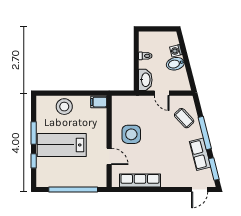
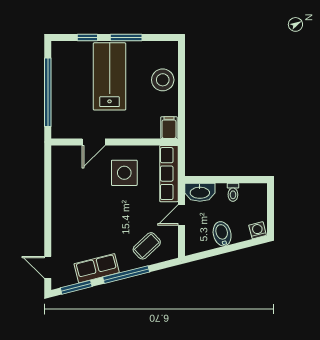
washing machine: (176, 51) -> (258, 230), moved
row of seats: (140, 180) -> (169, 174), moved, turned 180

